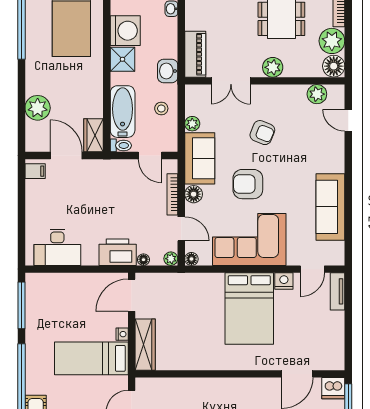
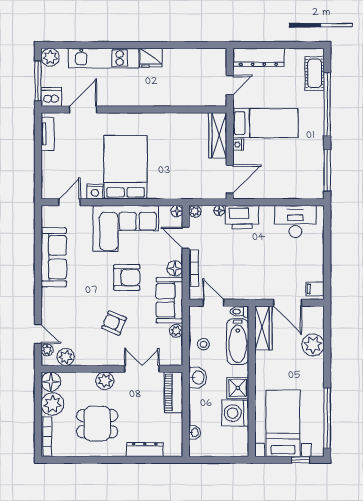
plant: (338, 102) -> (47, 350), added
wardrobe: (94, 135) -> (263, 328), width x1.50
tv unit: (337, 291) -> (48, 134), moved

